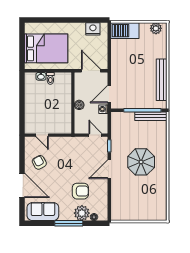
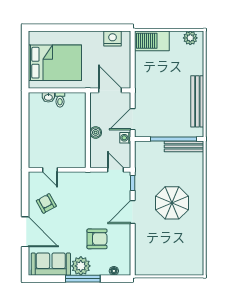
plant: (82, 213) -> (81, 266), moved

